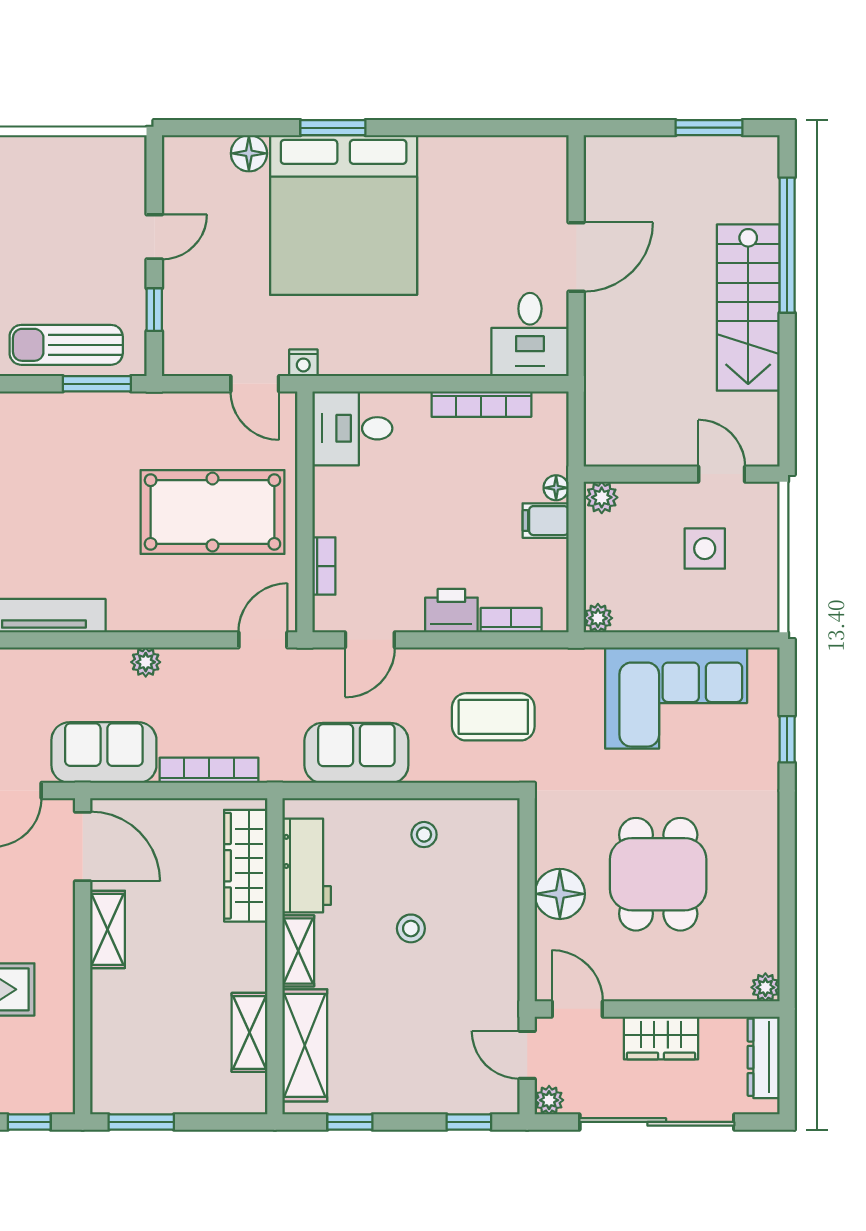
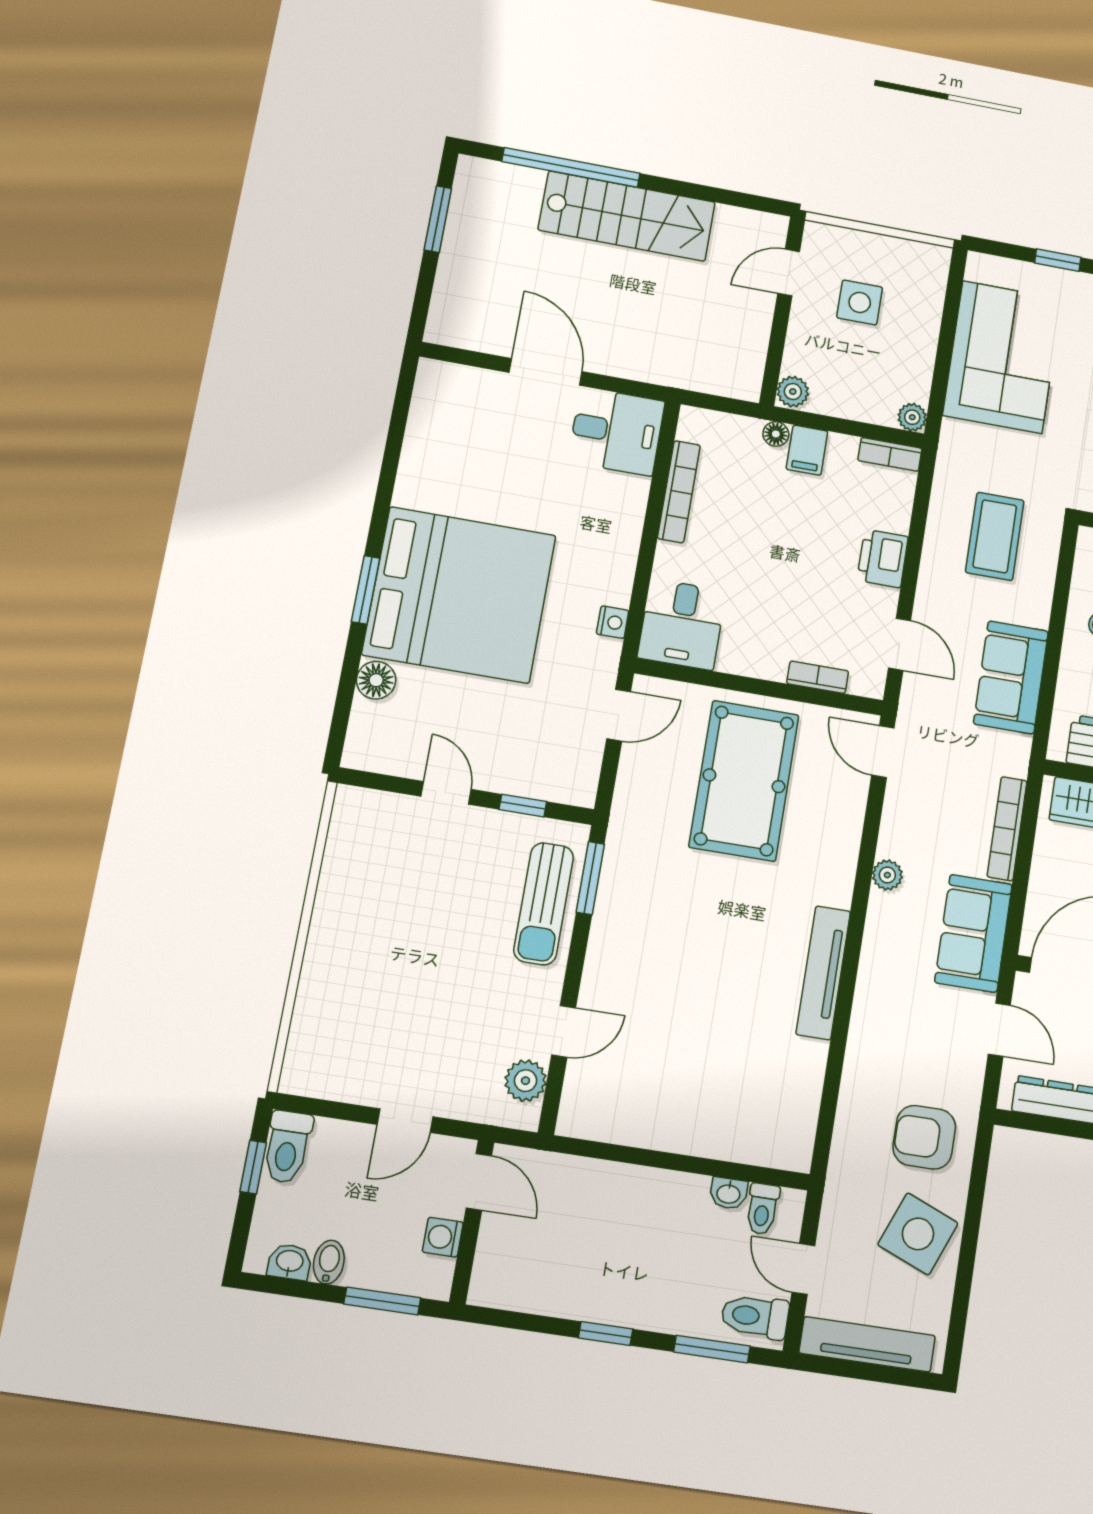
nightstand: (303, 363) -> (613, 622), moved
bookcase: (511, 620) -> (890, 454), moved, turned -90

